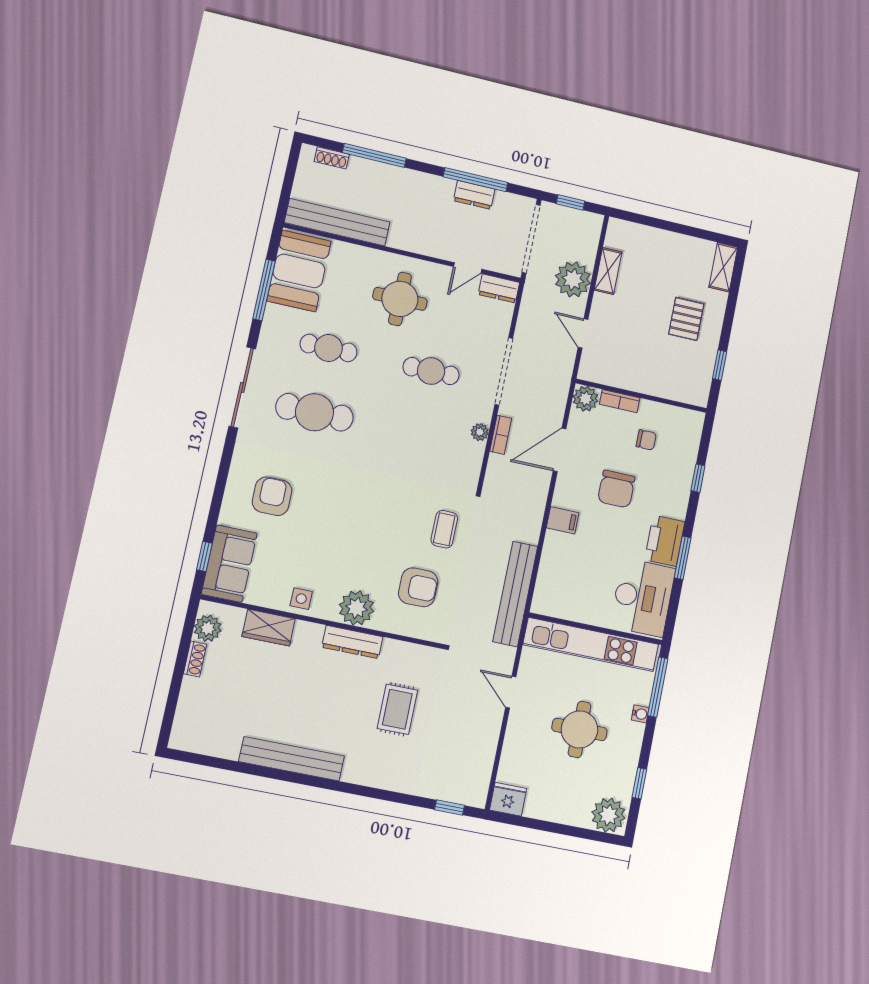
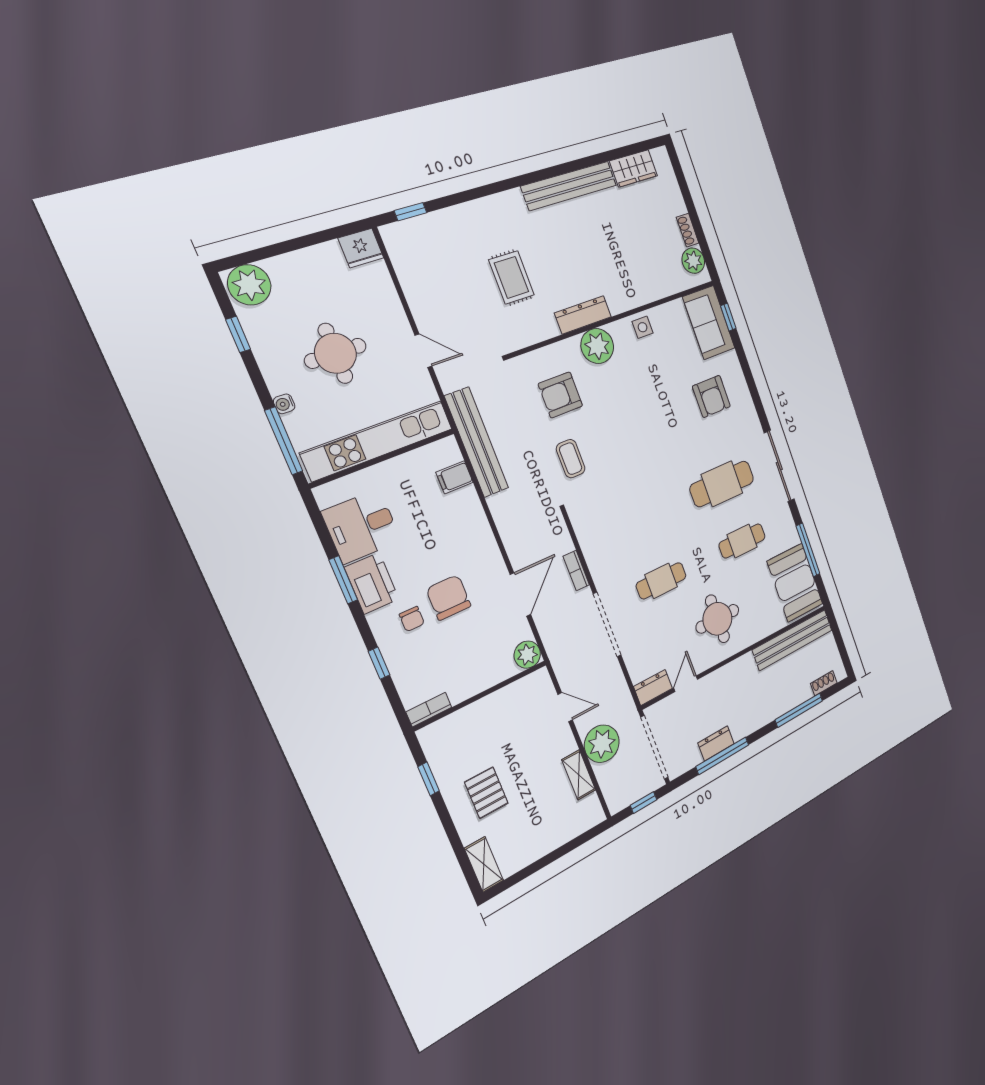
bookcase: (620, 401) -> (429, 710), moved
plant: (480, 432) -> (594, 560), removed
chair: (646, 440) -> (412, 619), moved, turned -90
filing cabinet: (563, 520) -> (455, 477), moved
desk: (643, 598) -> (362, 526), width x0.73
wardrobe: (269, 628) -> (633, 168), moved, turned 180

